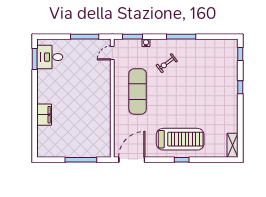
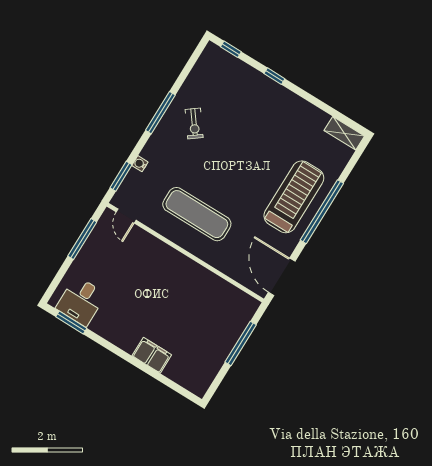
exercise bike: (167, 63) -> (194, 123), moved
window: (182, 160) -> (322, 212), width x3.17

